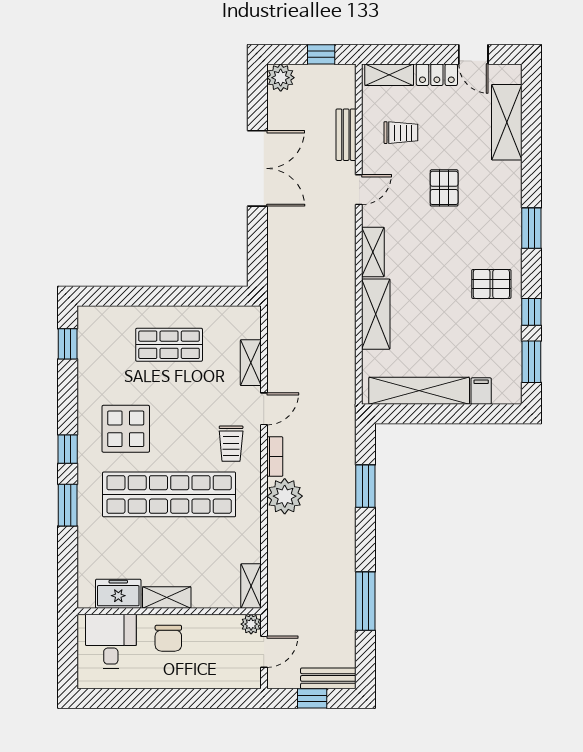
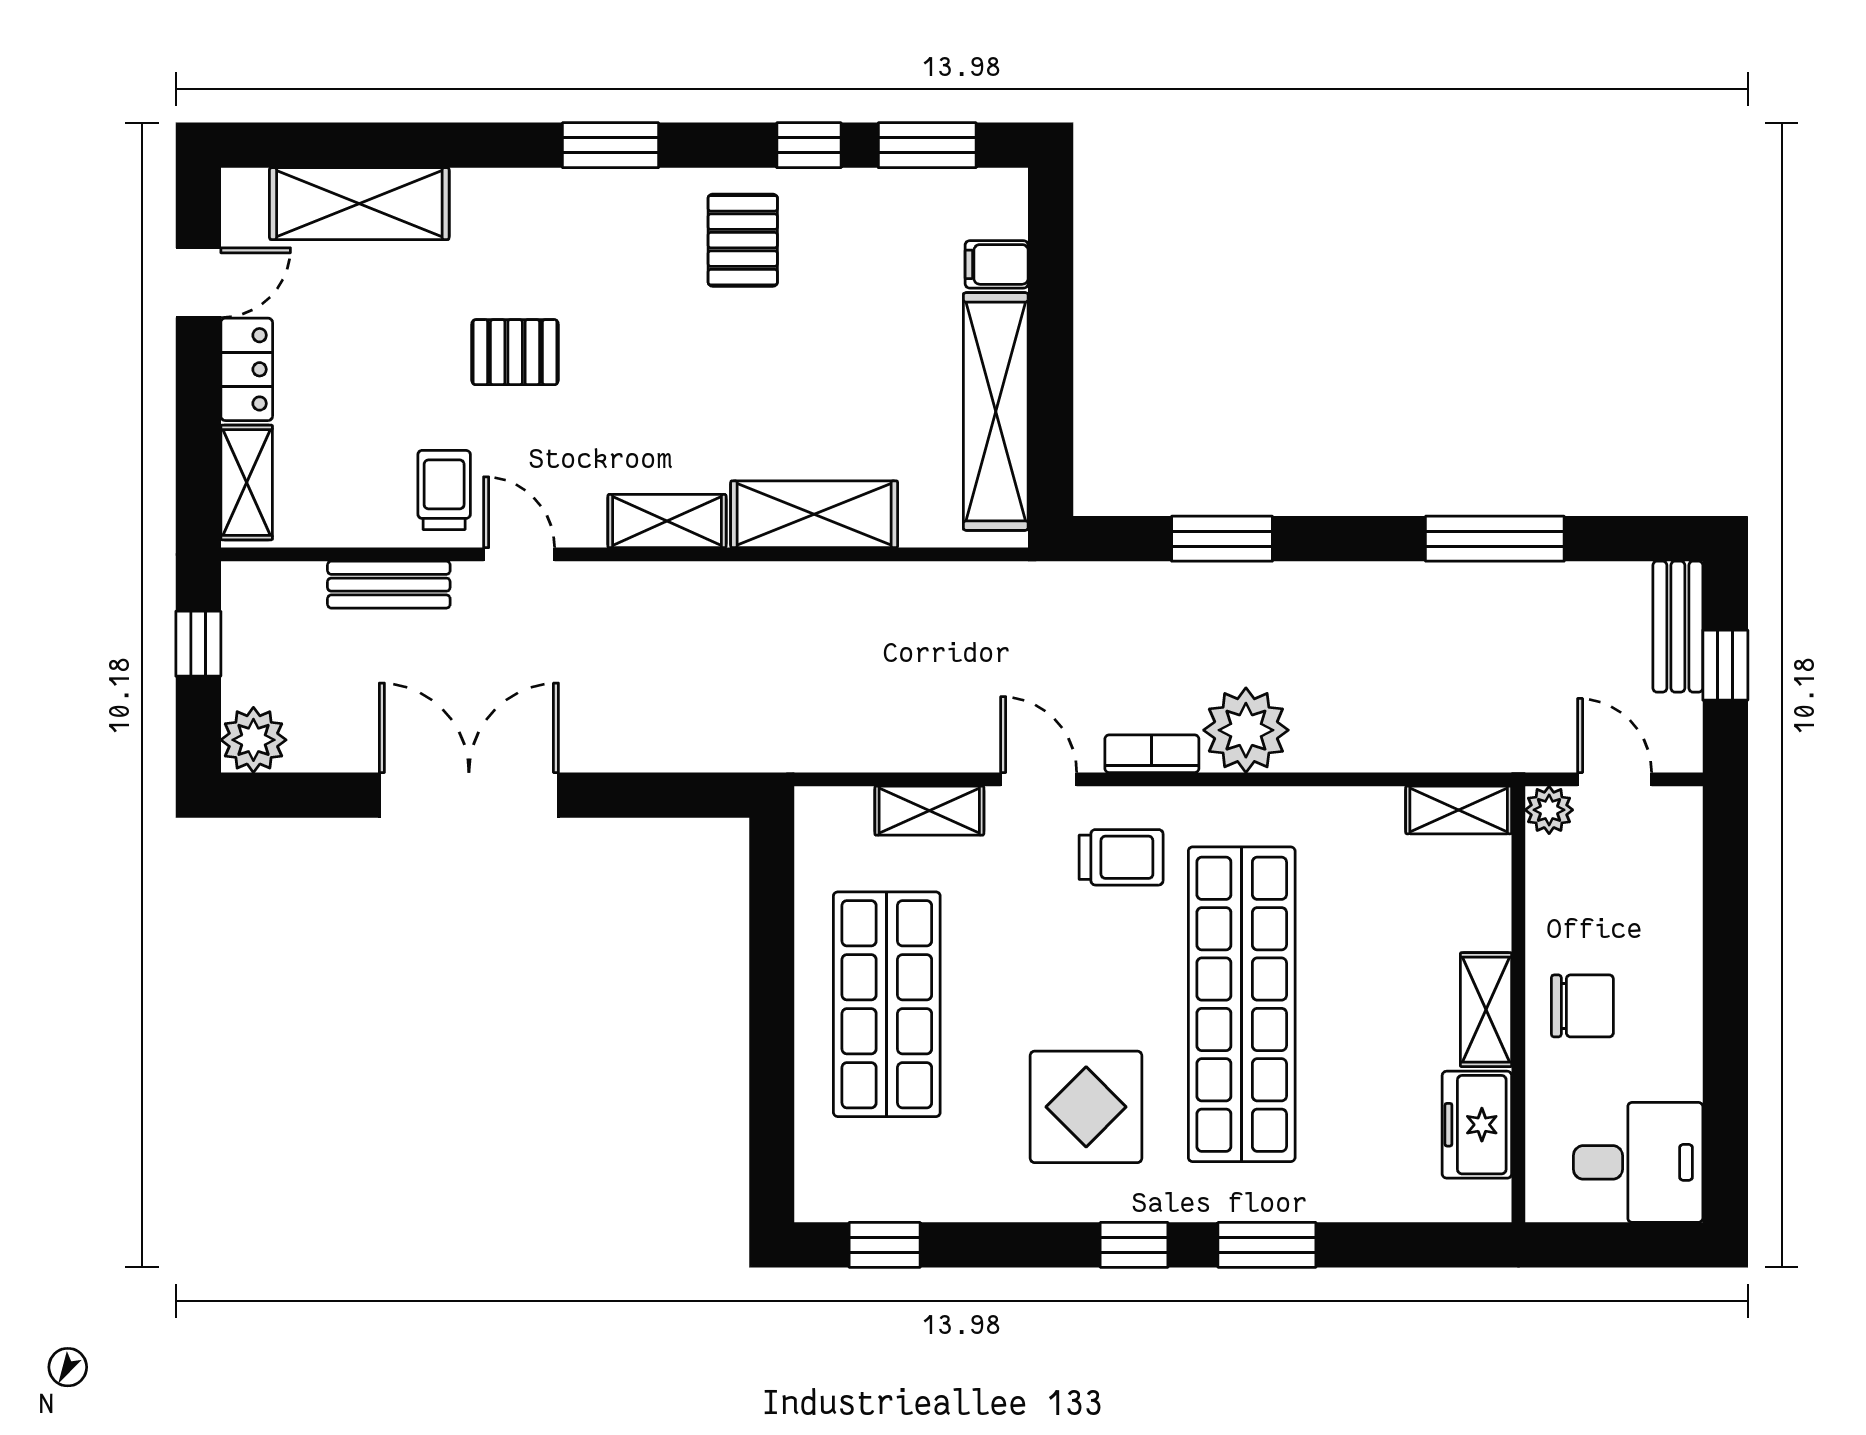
trolley: (401, 133) -> (444, 490), moved
shop shelf: (169, 345) -> (887, 1004), width x1.43, depth x1.36
desk: (111, 641) -> (1638, 1162), moved, turned 180

